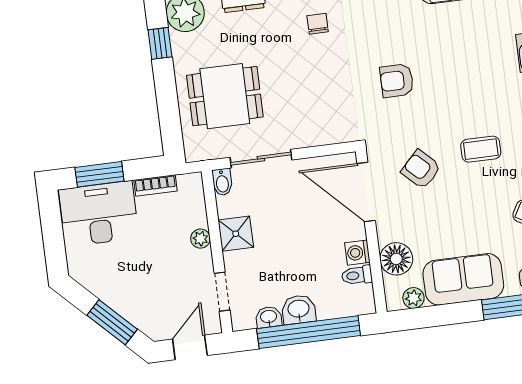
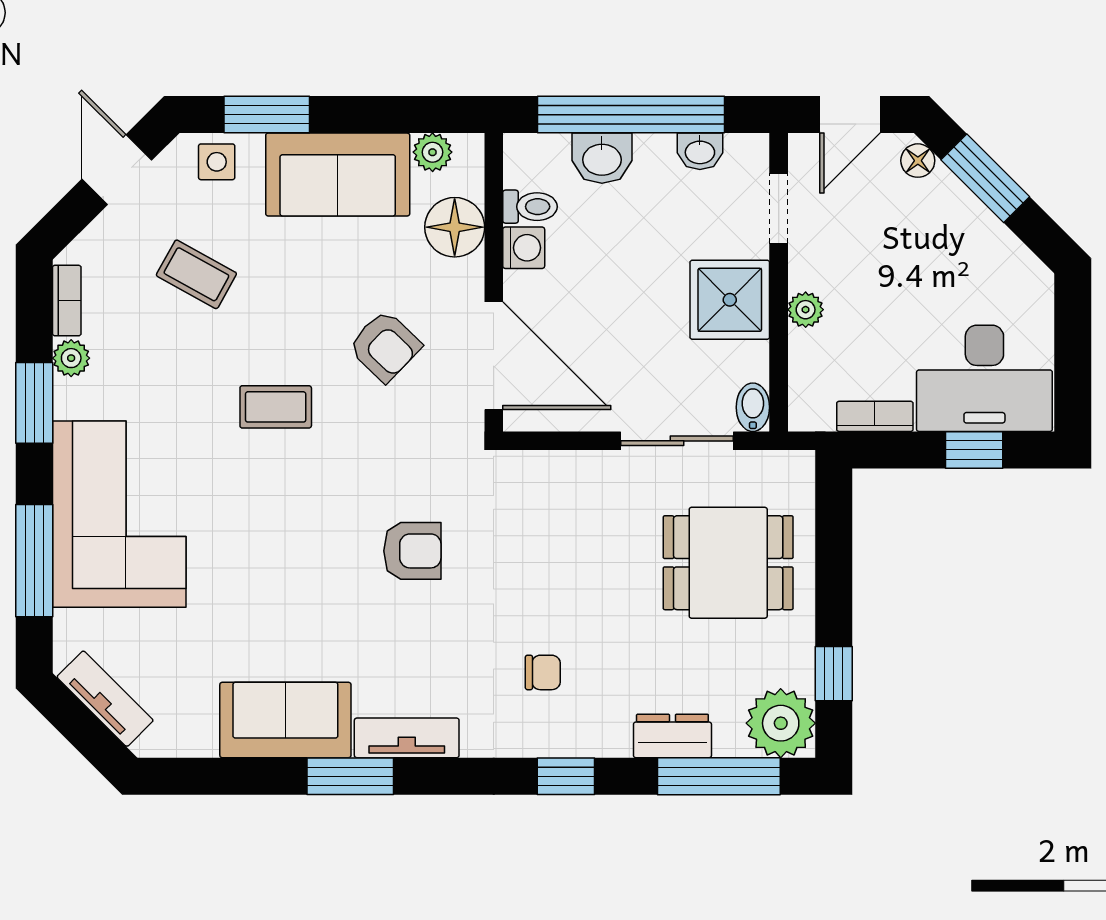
chair: (318, 24) -> (543, 672), turned -90
armchair: (421, 169) -> (385, 346), moved
window: (99, 174) -> (974, 450), width x0.67
shower: (236, 234) -> (730, 300), width x1.36, depth x1.36
washbasin: (299, 309) -> (602, 158), moved
floor lamp: (150, 327) -> (918, 161), added

